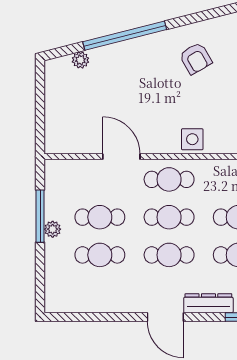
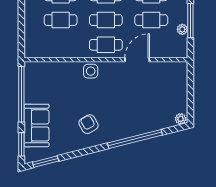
plant: (80, 60) -> (181, 119), moved
door: (121, 157) -> (137, 60), swing flipped
plant: (53, 229) -> (182, 29), moved

